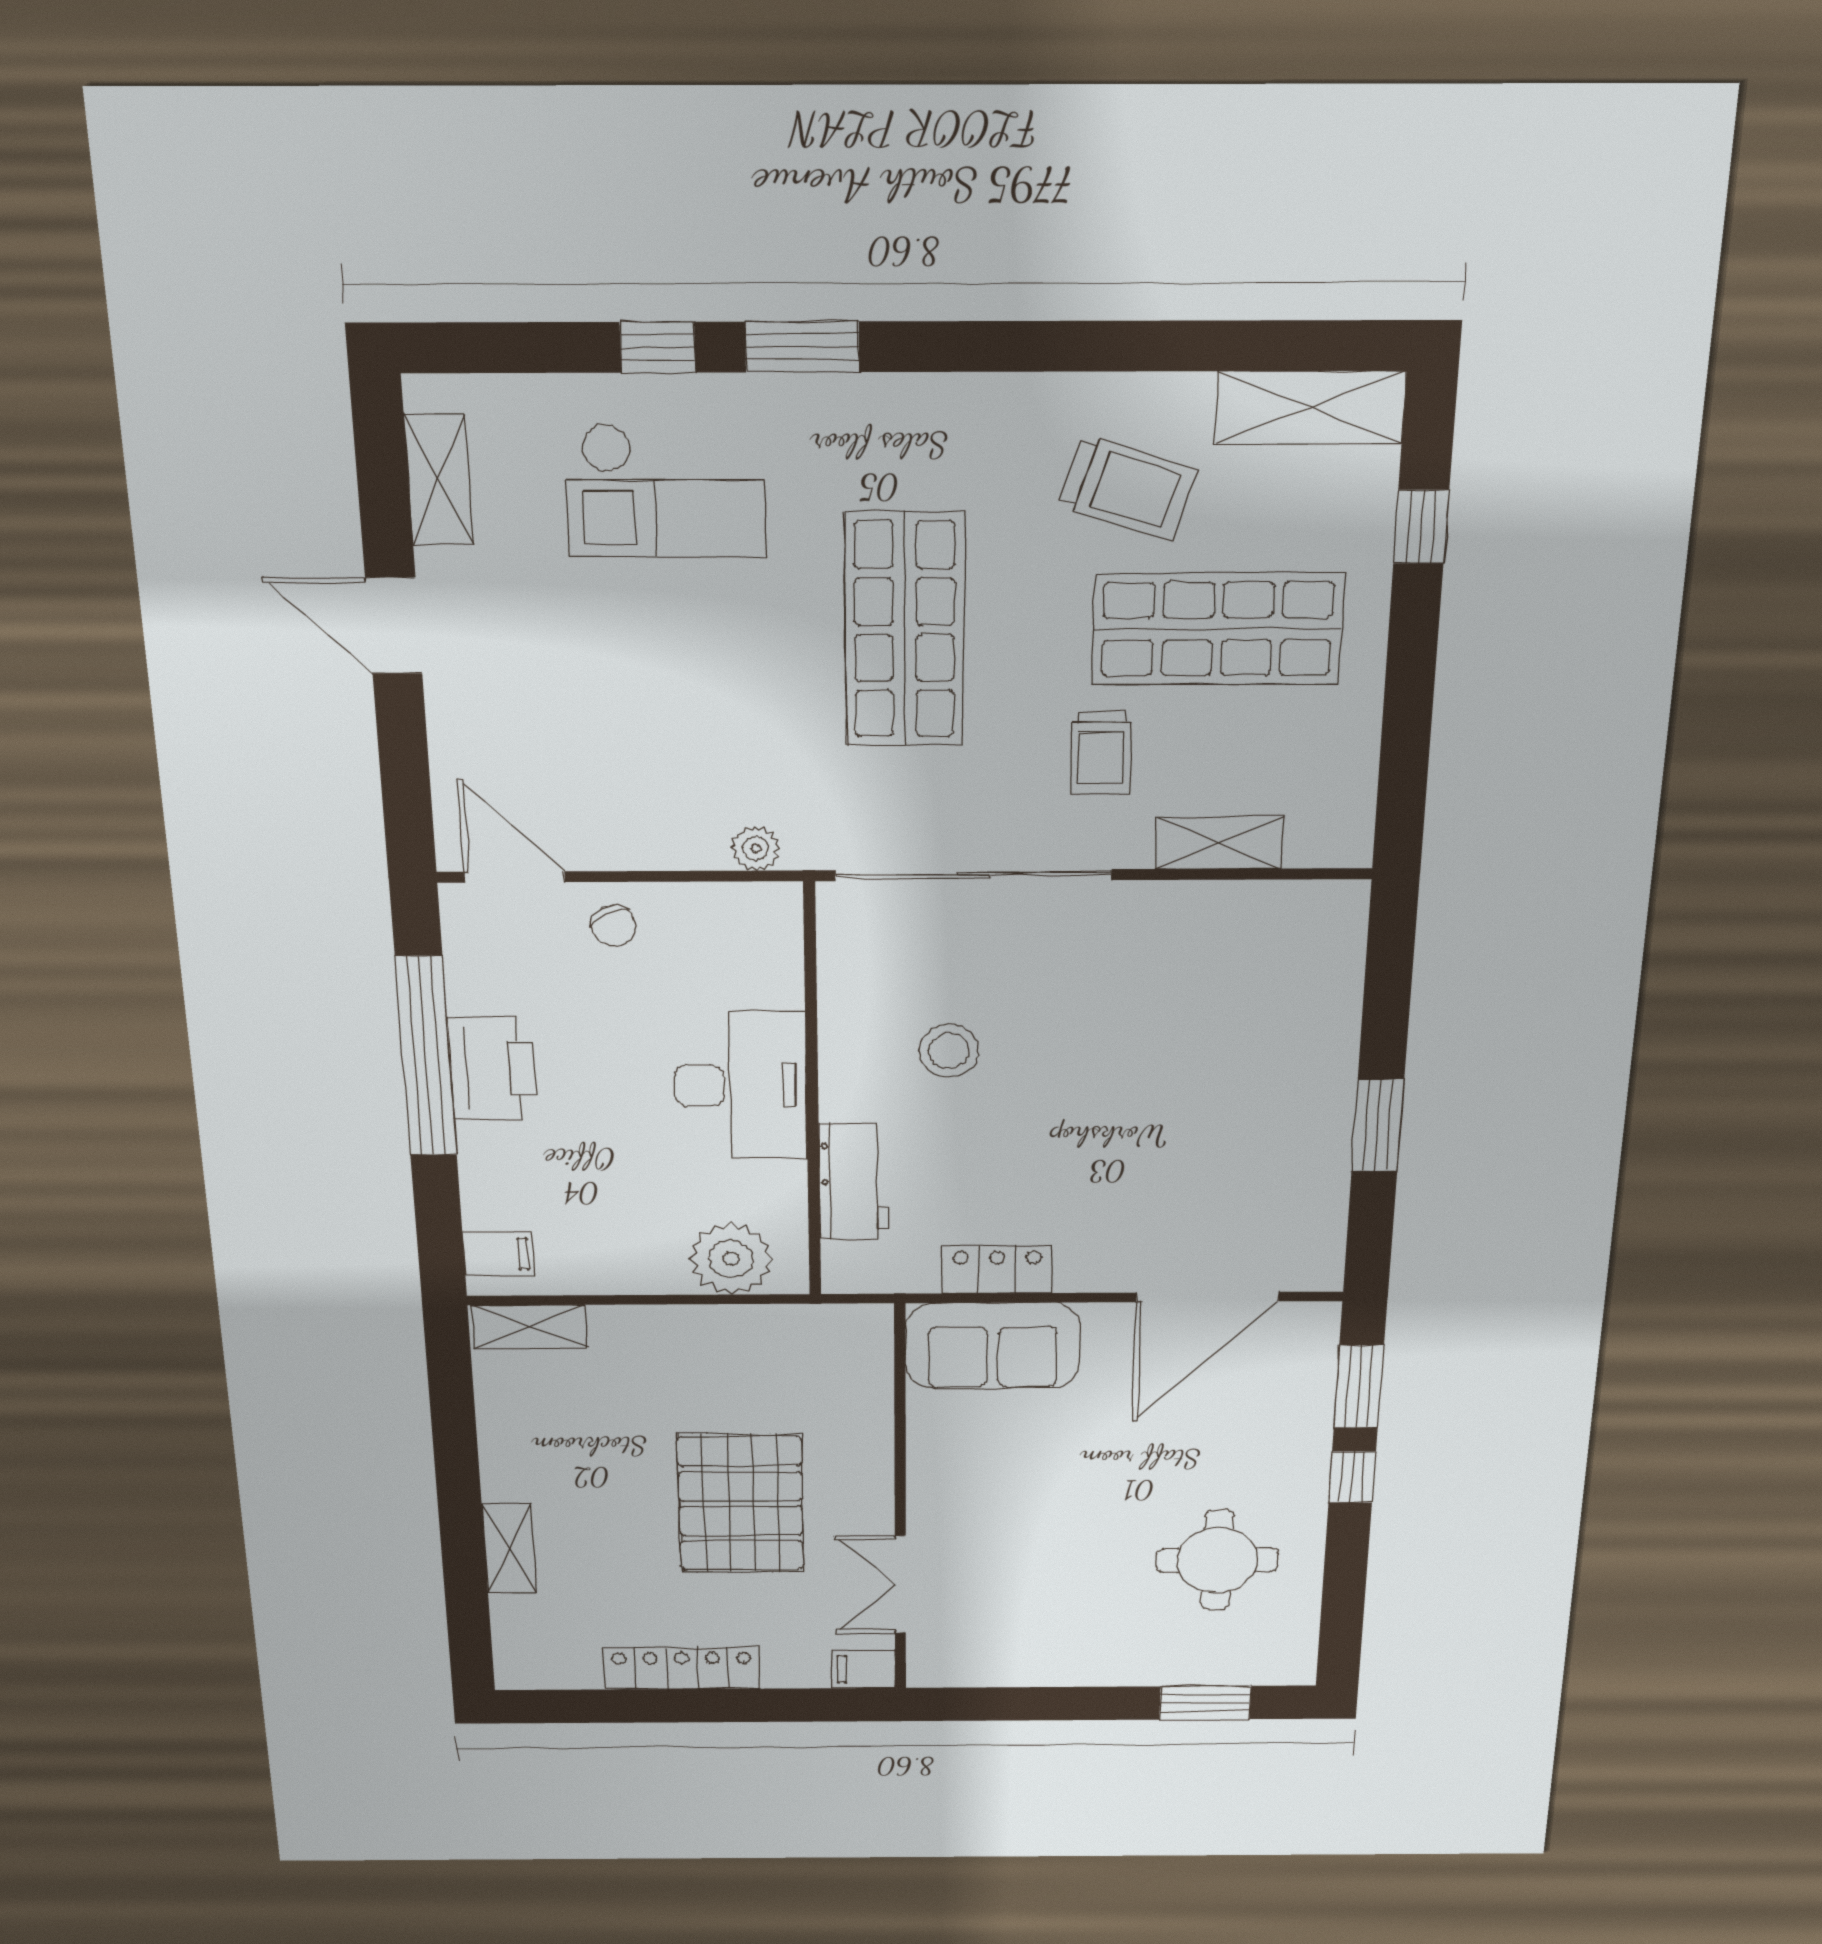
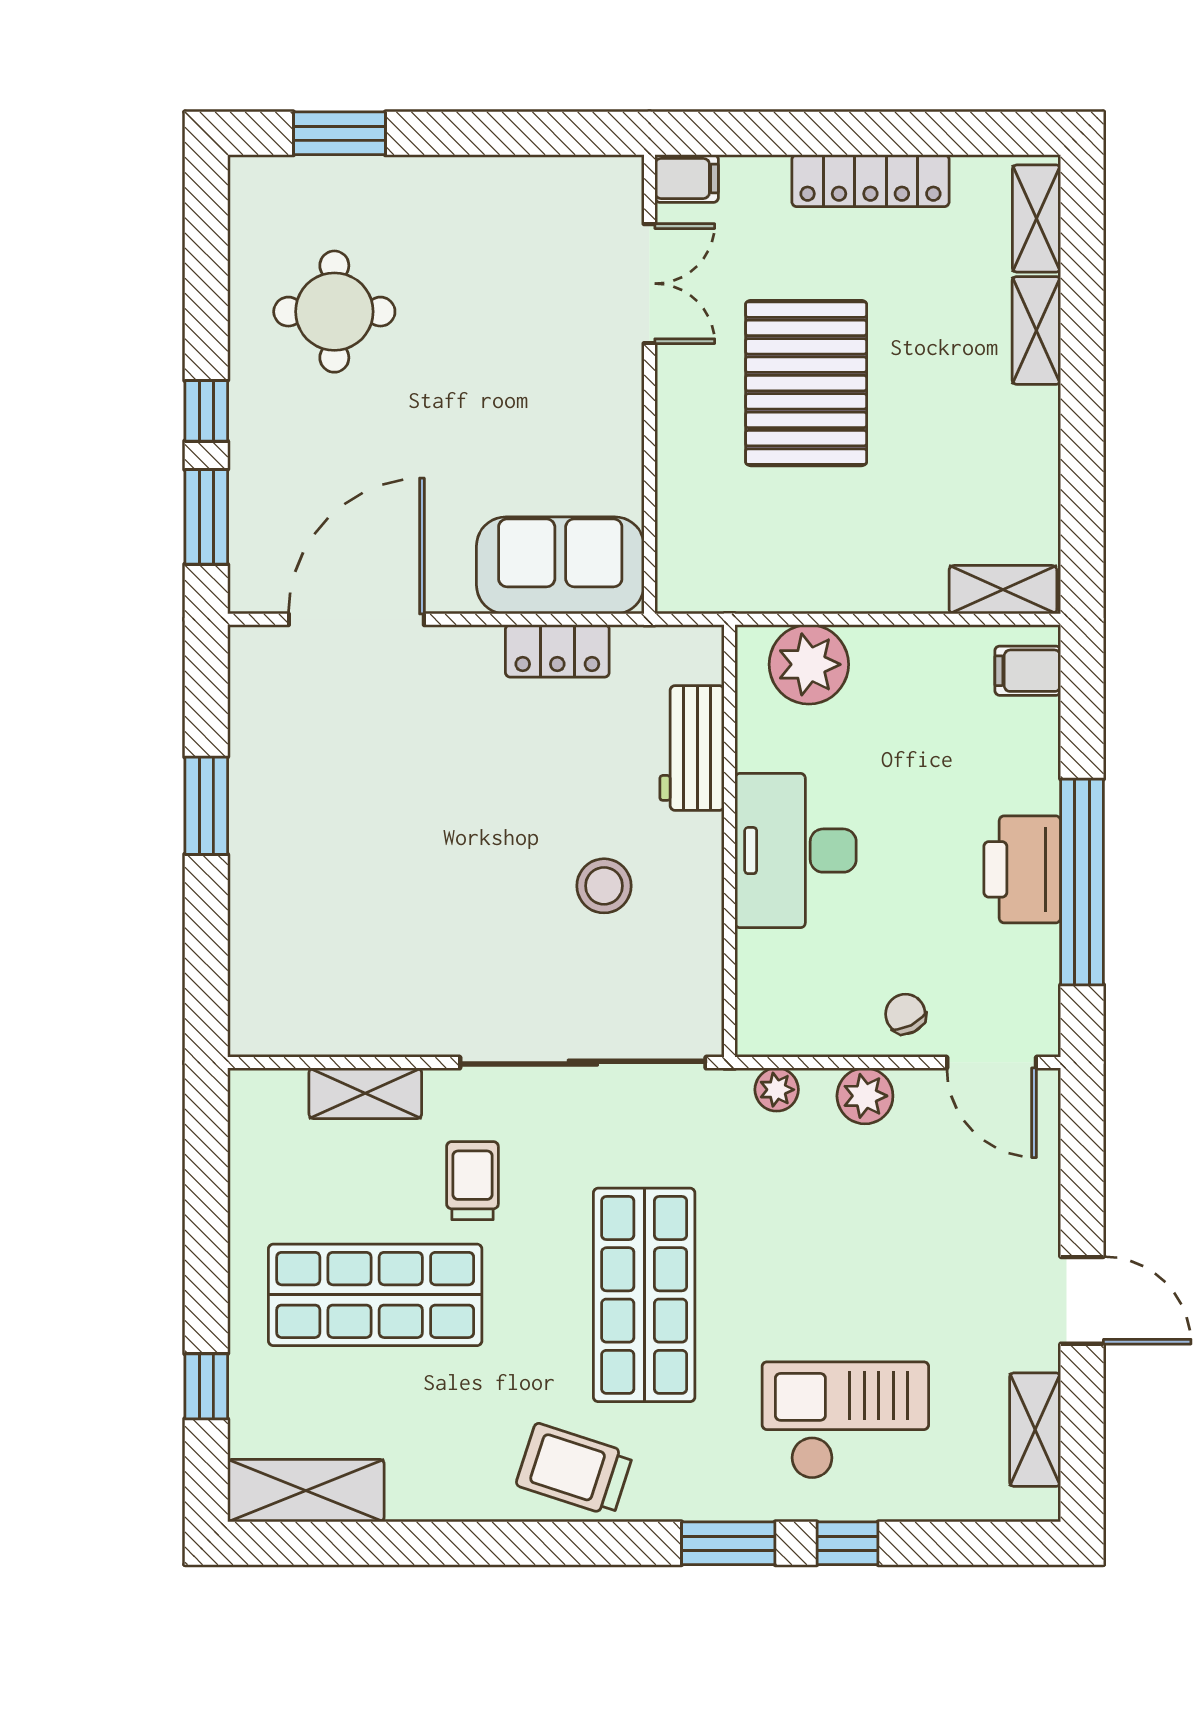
trolley: (1128, 488) -> (574, 1469), moved
plant: (656, 842) -> (865, 1096), added
shelving: (515, 1639) -> (1037, 219), added

